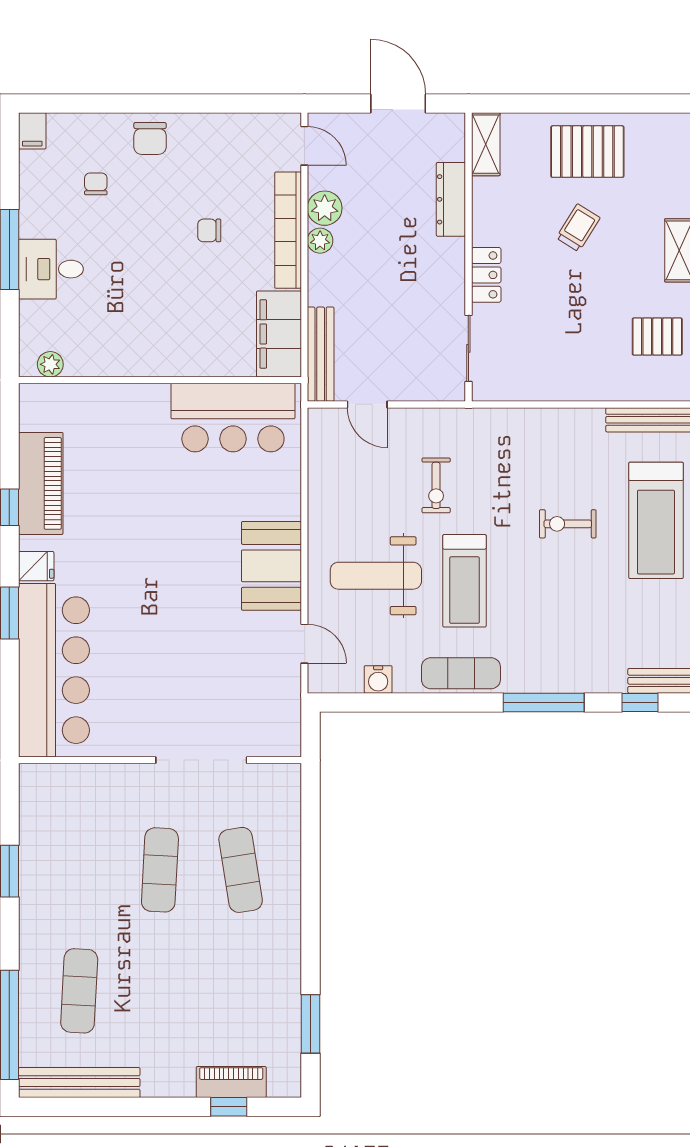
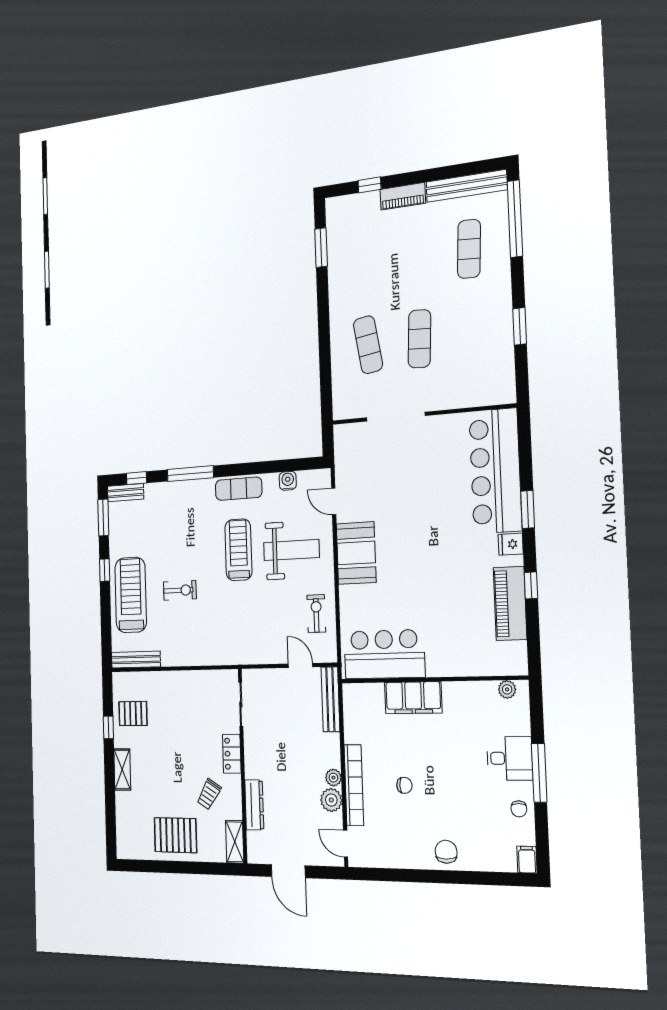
chair: (96, 184) -> (519, 809), moved
trolley: (578, 228) -> (209, 794), moved
filing cabinet: (279, 334) -> (413, 698), moved, turned 90
exercise bike: (436, 485) -> (316, 614), moved
piano: (231, 1082) -> (403, 196), moved

